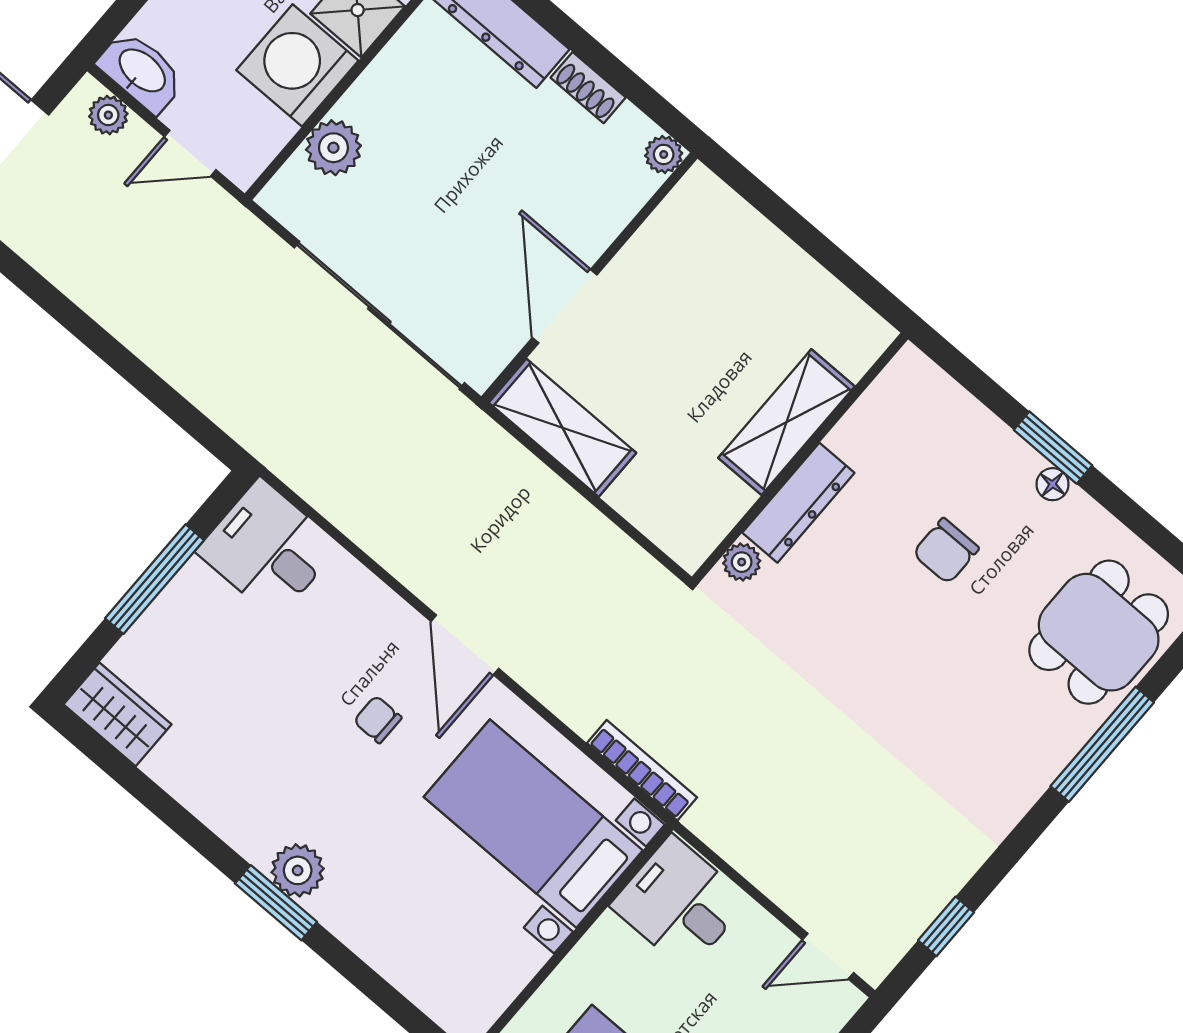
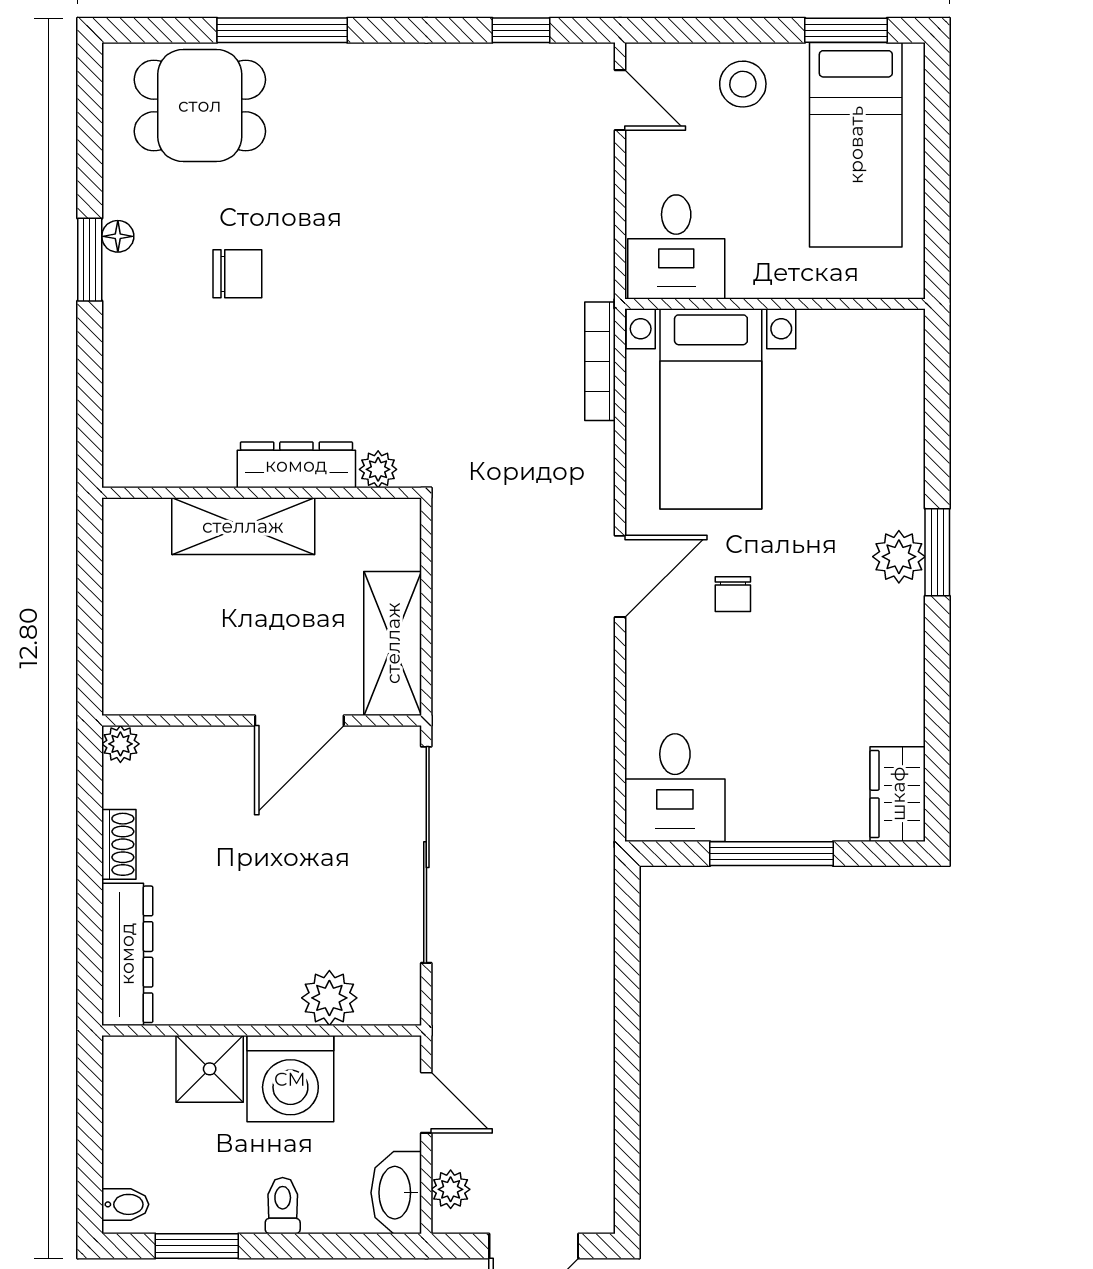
shelving: (786, 422) -> (243, 526), moved
wall: (800, 458) -> (262, 493), moved
dresser: (798, 503) -> (296, 465), moved
plant: (742, 562) -> (378, 469), moved

